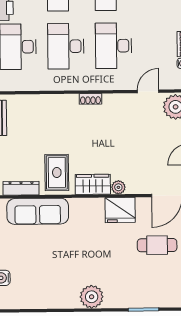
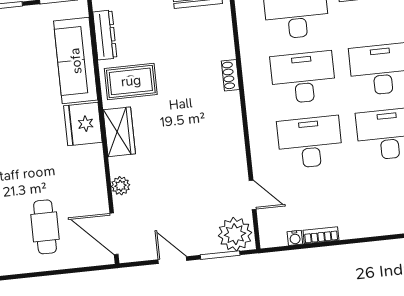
shoe rack: (90, 99) -> (230, 75), moved
plant: (118, 187) -> (121, 186), moved
fridge: (120, 210) -> (83, 124), moved

